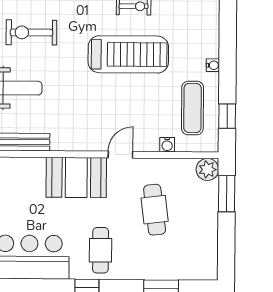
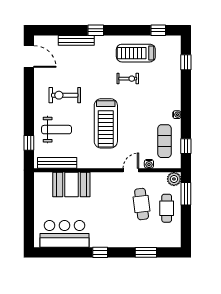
treadmill: (128, 54) -> (106, 123), moved, turned 90
door: (120, 155) -> (131, 170), moved
booth: (76, 177) -> (71, 184), moved
cafe table: (101, 250) -> (167, 208), moved

